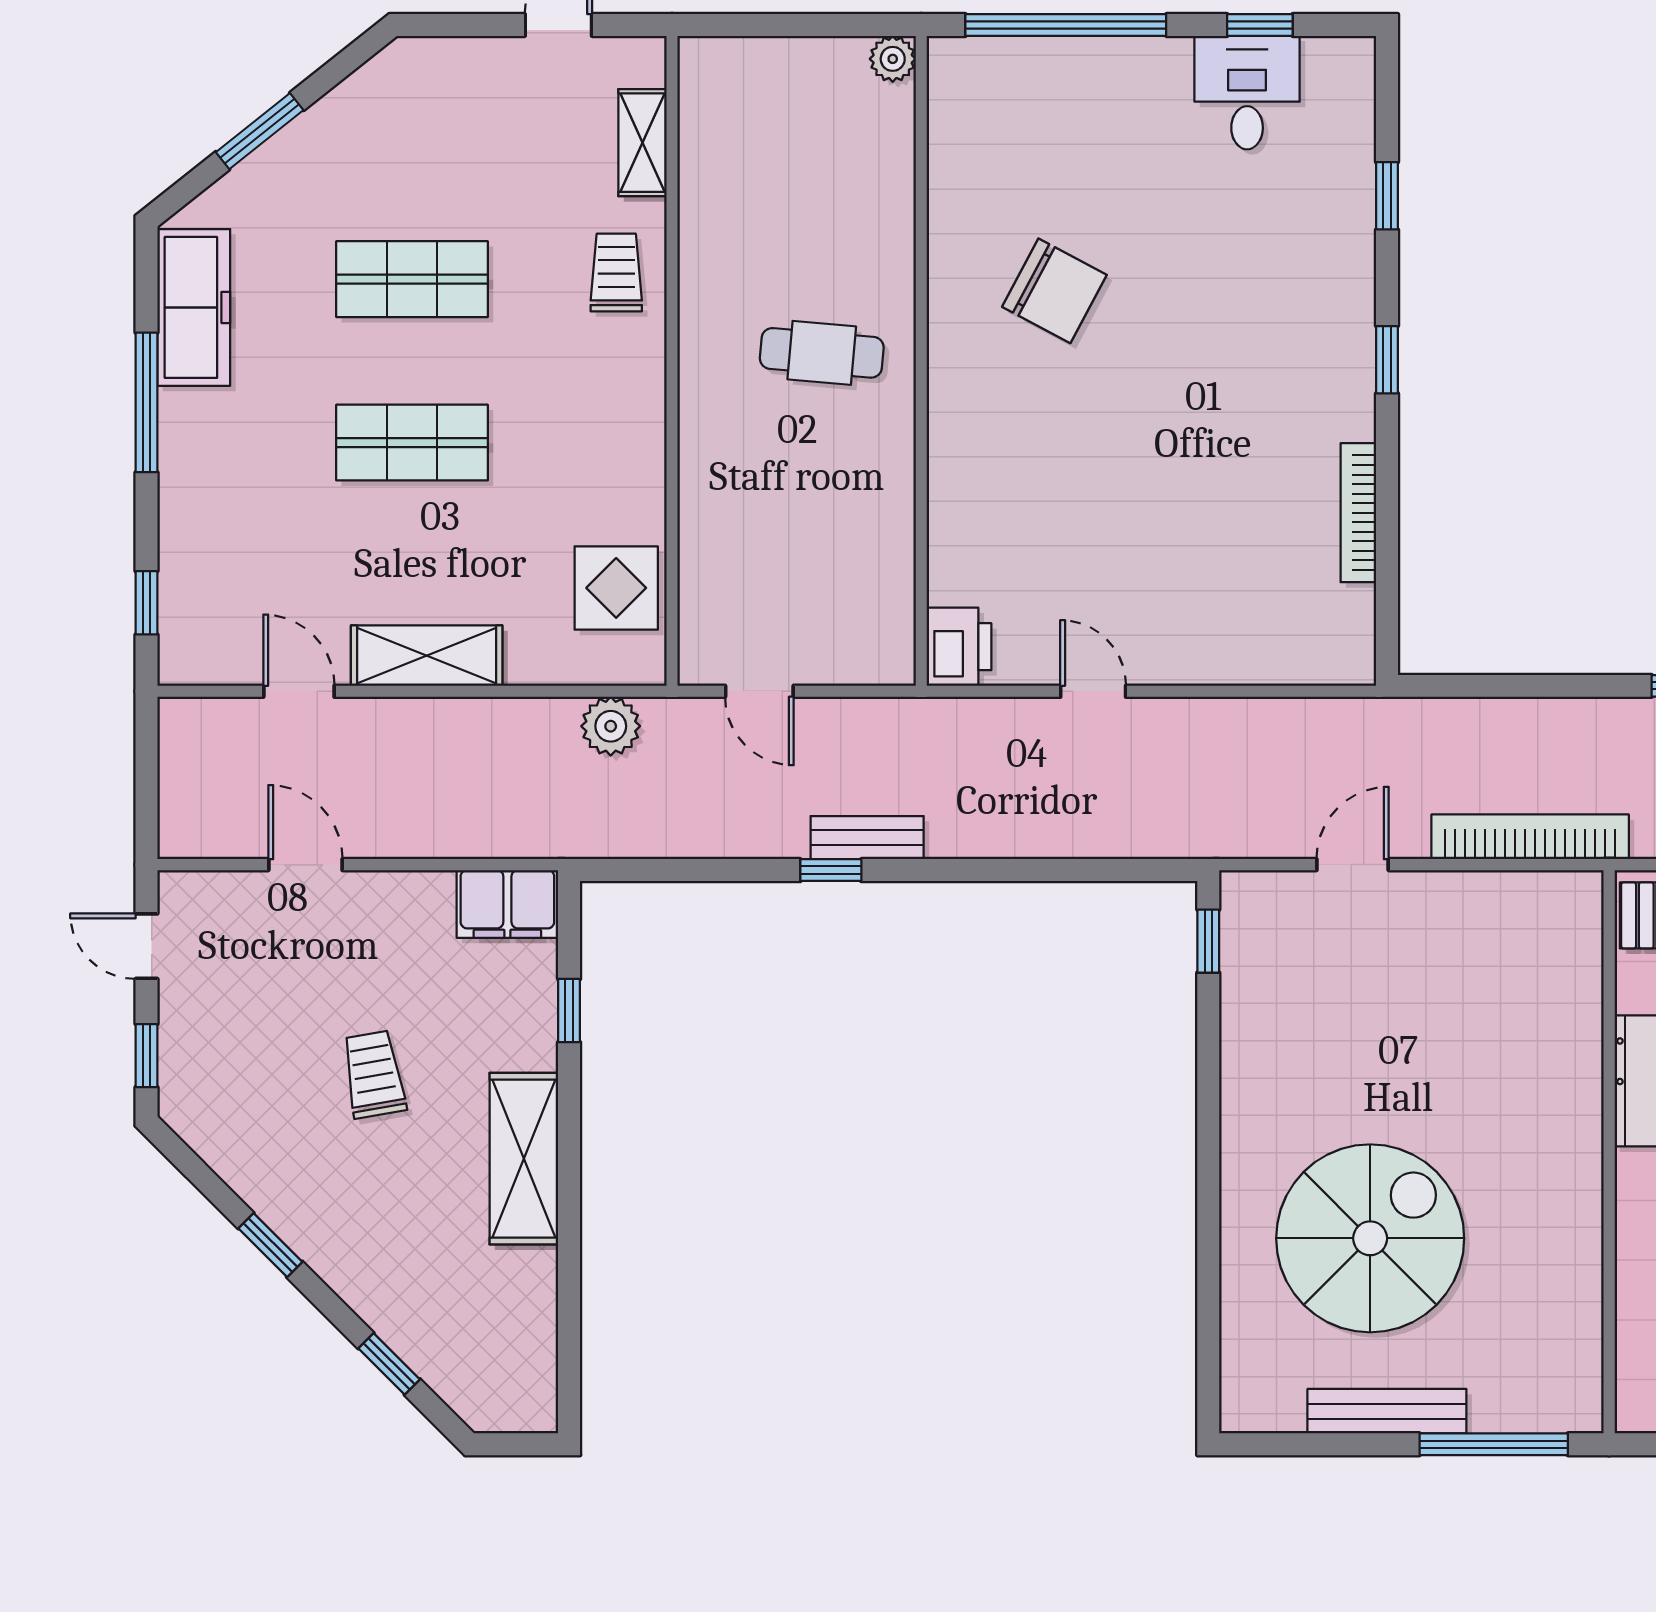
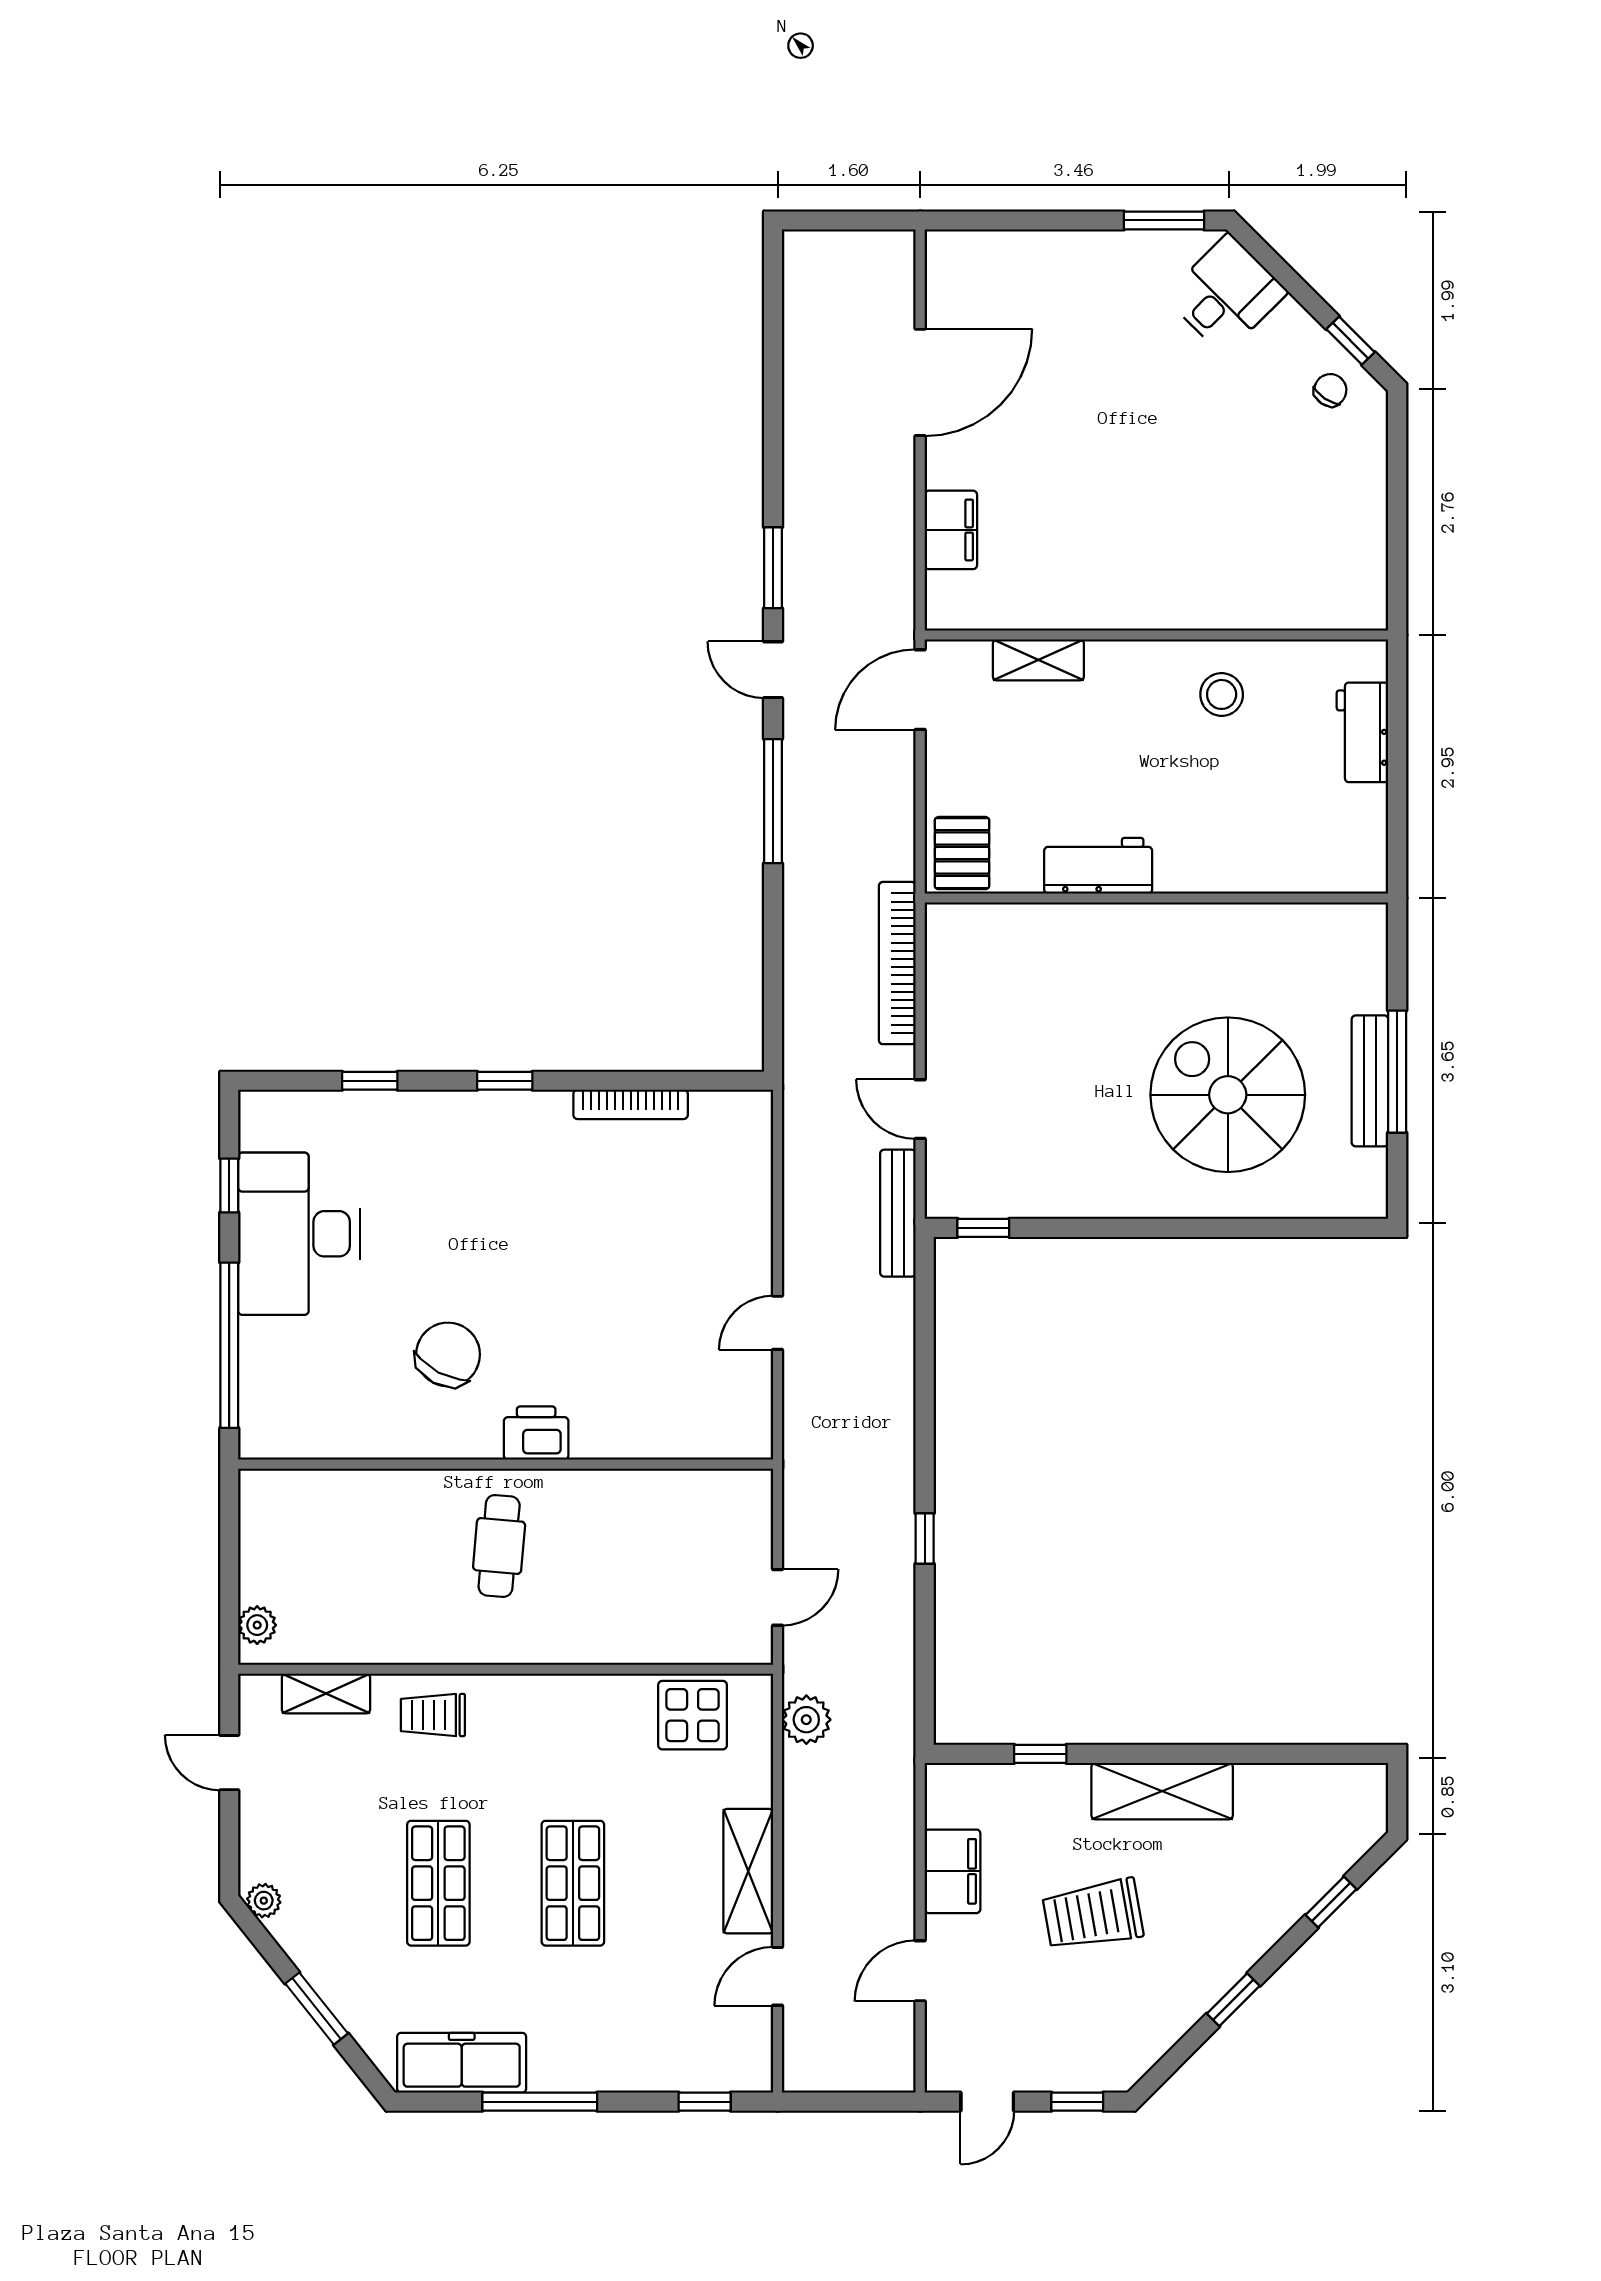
plant: (893, 59) -> (257, 1625), moved
plant: (391, 67) -> (264, 1901), added
desk: (1247, 93) -> (299, 1234), width x1.87, depth x1.30
printer: (959, 647) -> (536, 1433), moved
bench: (867, 838) -> (898, 1213), moved, width x1.36
filing cabinet: (507, 904) -> (953, 1871), moved
trolley: (374, 1074) -> (1093, 1915), width x1.36, depth x1.39
window: (1494, 1444) -> (1397, 1072), moved

